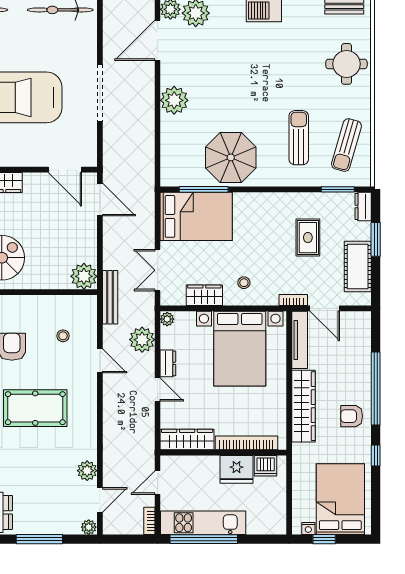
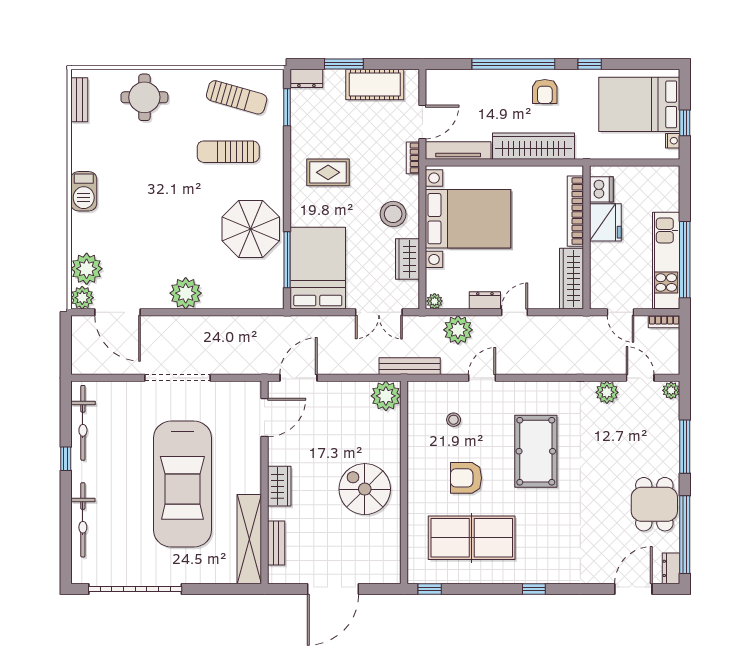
rug: (308, 238) -> (328, 172), moved
stool: (244, 283) -> (393, 214), width x1.89, depth x1.89

